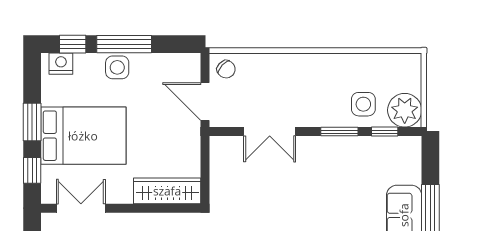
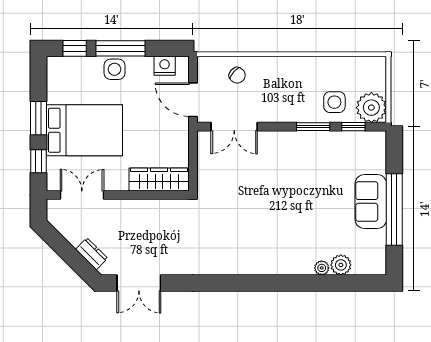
nightstand: (61, 64) -> (165, 66), moved
chair: (226, 69) -> (237, 75), moved
double door: (270, 132) -> (234, 127), moved

